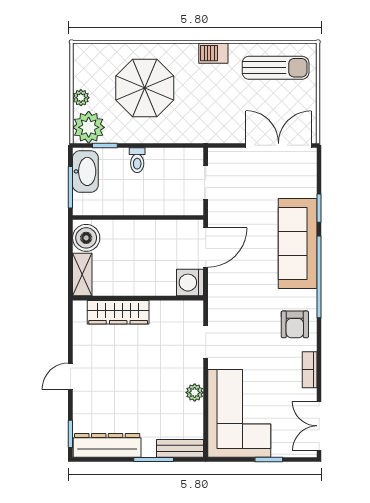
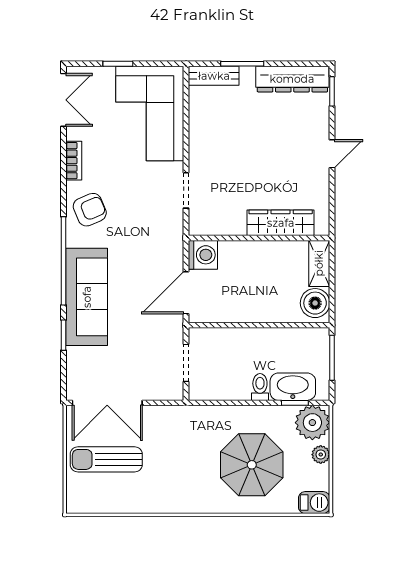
barbecue: (213, 53) -> (314, 503), moved
sun lounger: (276, 68) -> (106, 459), moved
washbasin: (85, 171) -> (293, 387), moved, turned 90
armchair: (295, 324) -> (90, 210), turned 67
plant: (195, 393) -> (198, 136), removed

